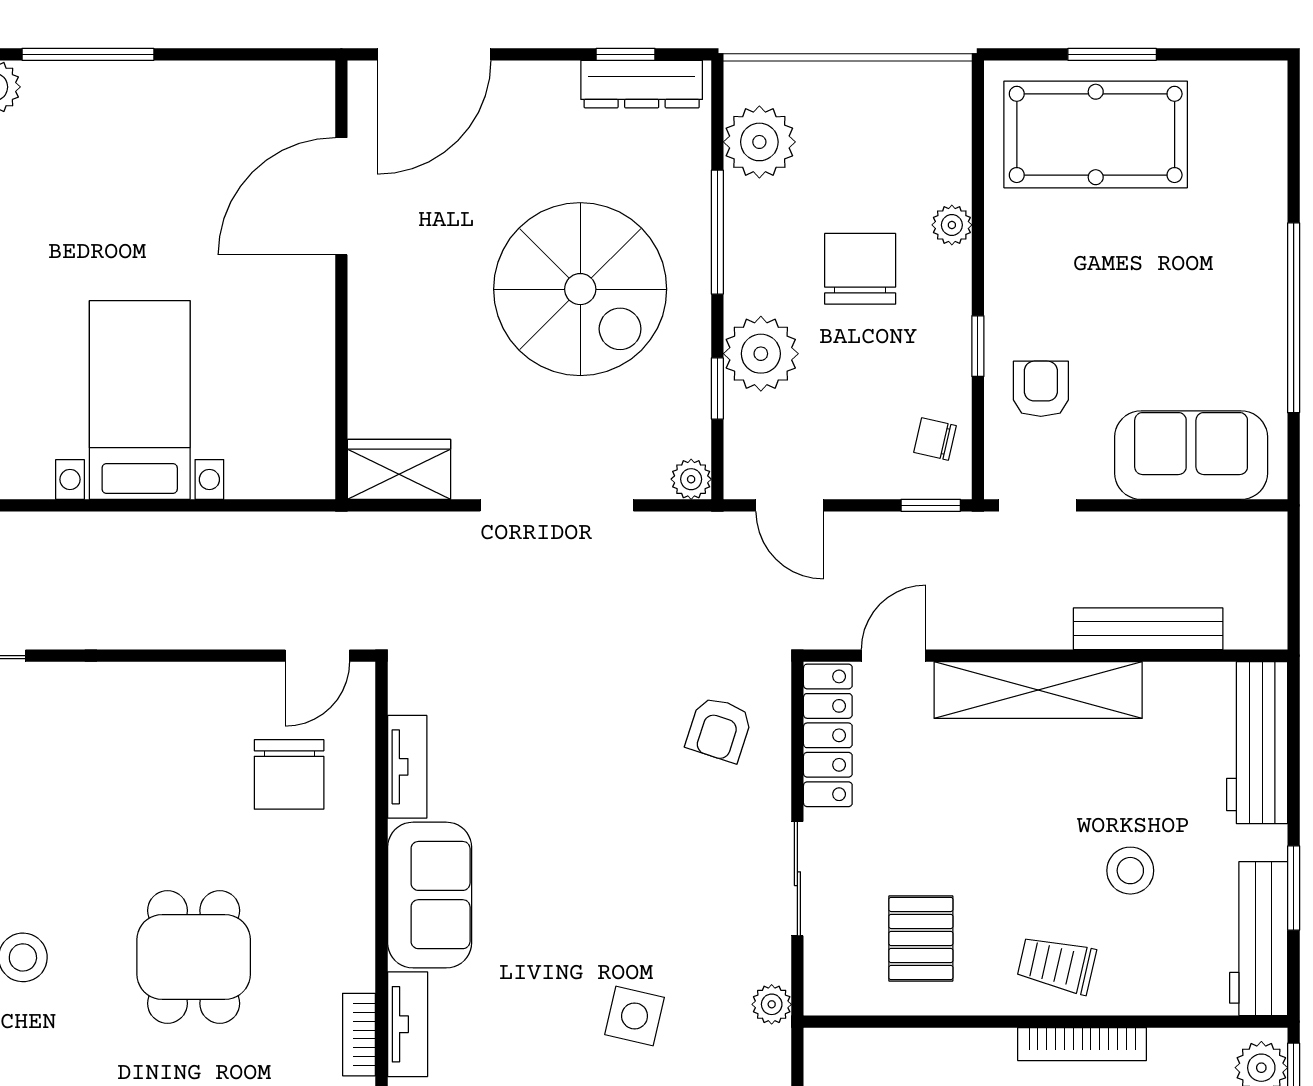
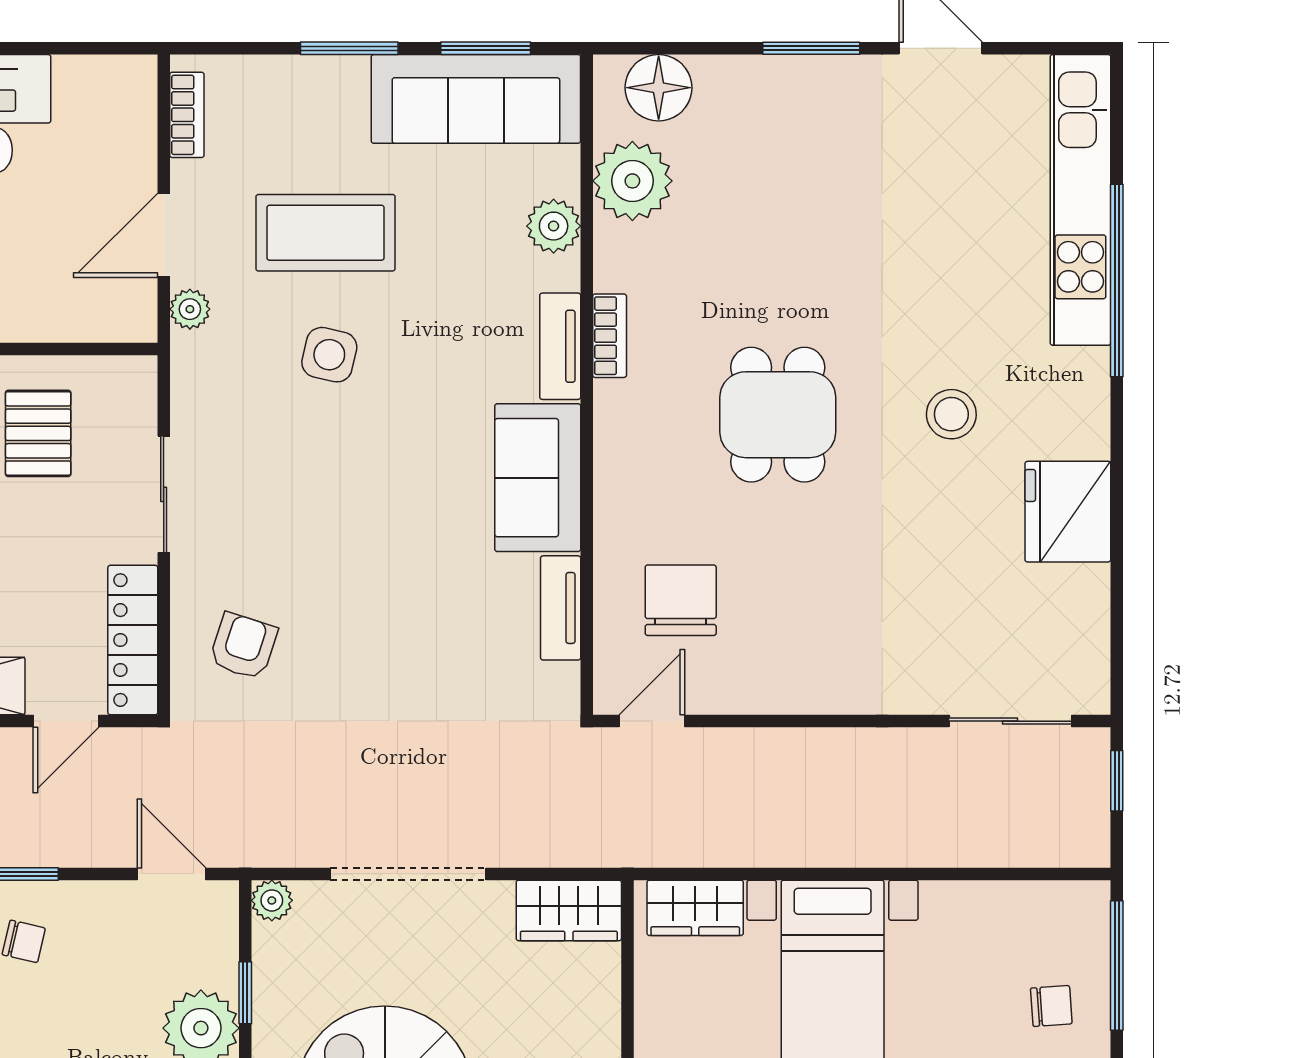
wardrobe: (275, 472) -> (695, 908), added
plant: (772, 1004) -> (190, 309), moved

